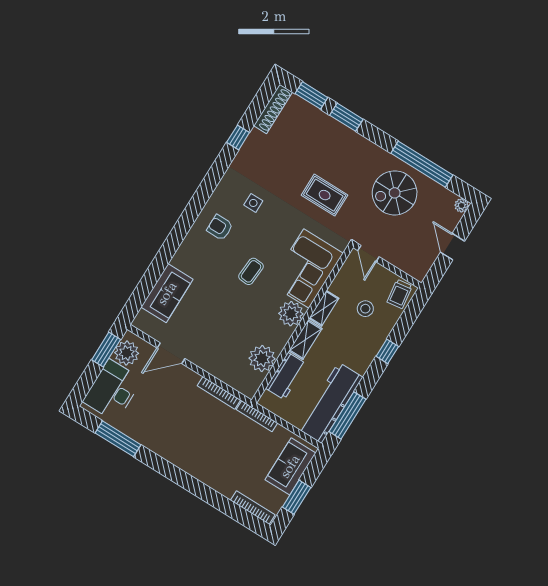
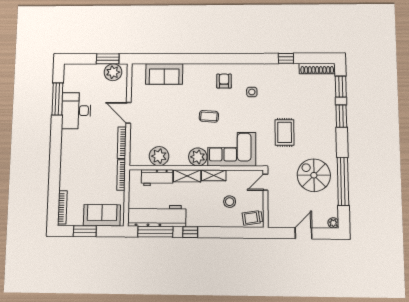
window: (387, 351) -> (190, 232), moved
door: (171, 353) -> (128, 113), moved
desk: (113, 390) -> (76, 111), moved, turned -90

